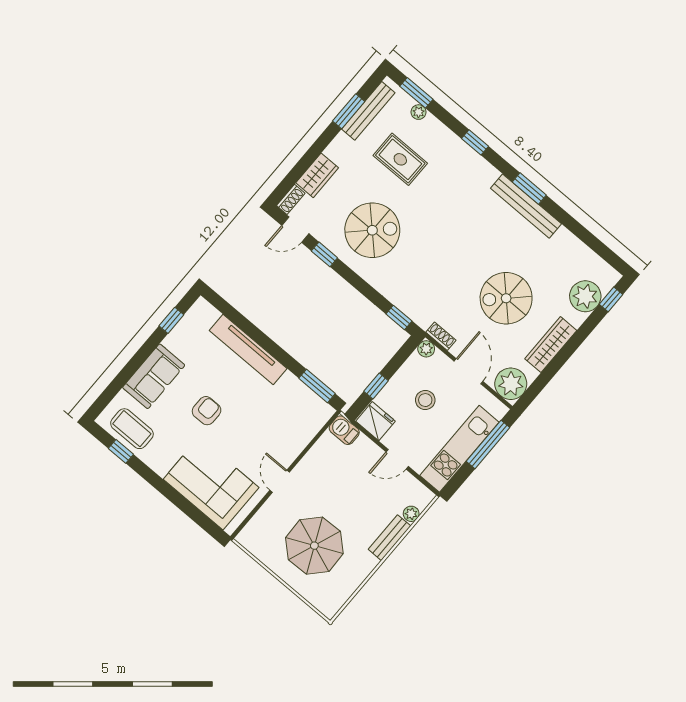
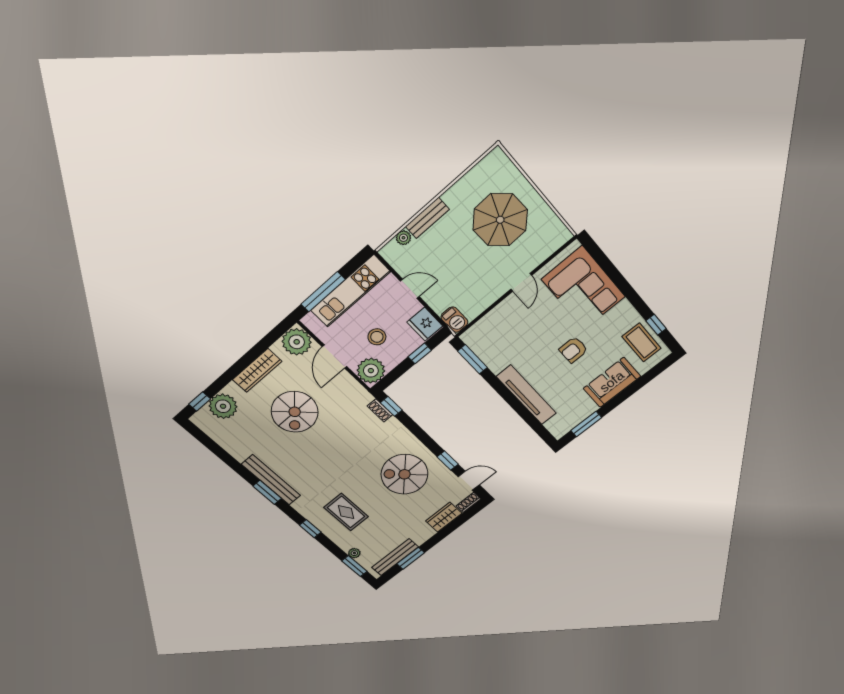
rug: (400, 159) -> (346, 512), moved
spiral stairs: (506, 298) -> (295, 412), turned 90
window: (171, 320) -> (586, 424), width x1.50
shoe rack: (441, 336) -> (380, 410), moved
plant: (426, 349) -> (371, 371), width x1.87, depth x1.87

